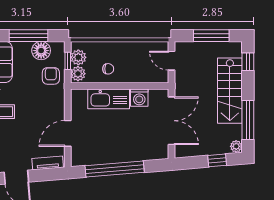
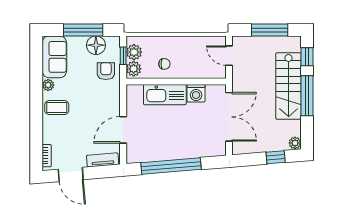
window: (248, 120) -> (307, 96), moved

